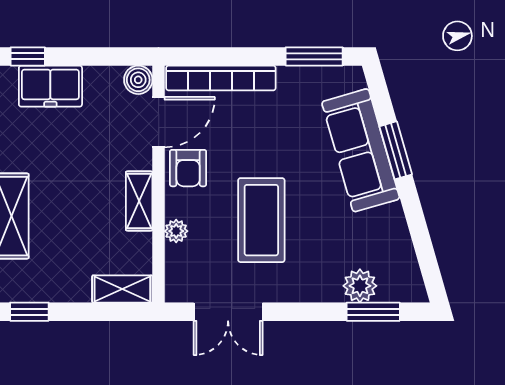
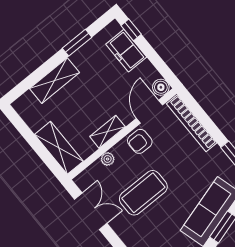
door: (159, 122) -> (149, 112), swing flipped
shelving: (122, 289) -> (59, 148), width x1.50, depth x1.33
window: (29, 312) -> (19, 123), removed
double door: (228, 312) -> (91, 211), swing flipped

